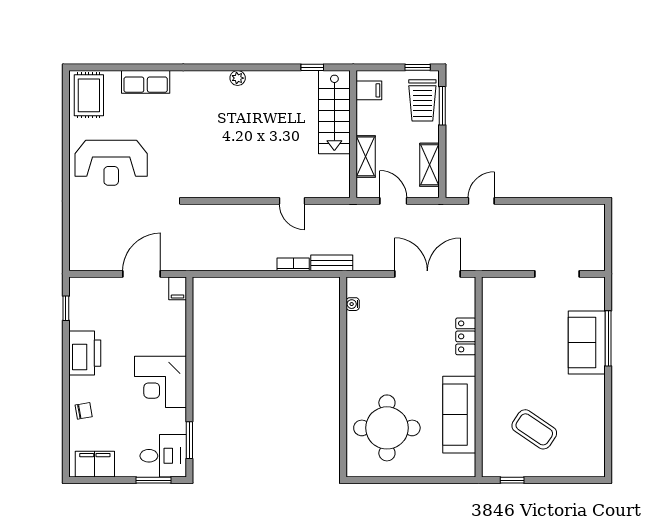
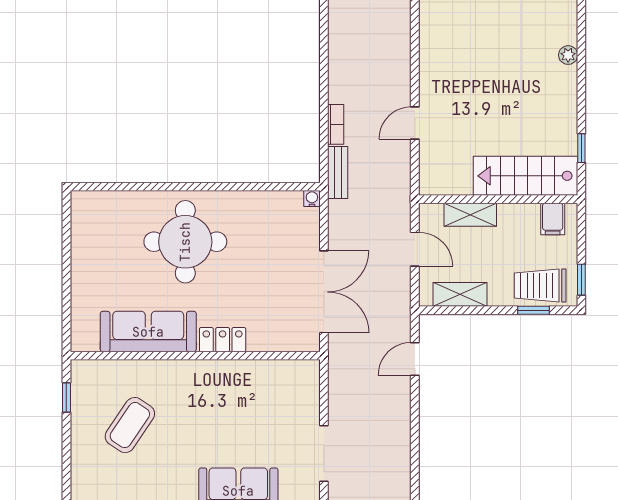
window: (442, 106) -> (534, 310), width x0.67
door: (393, 201) -> (415, 249), hinge flipped
door: (481, 201) -> (415, 359), swing flipped
water cooler: (353, 304) -> (312, 199), moved
locker: (466, 336) -> (223, 340), moved
round table: (387, 428) -> (185, 242), moved

